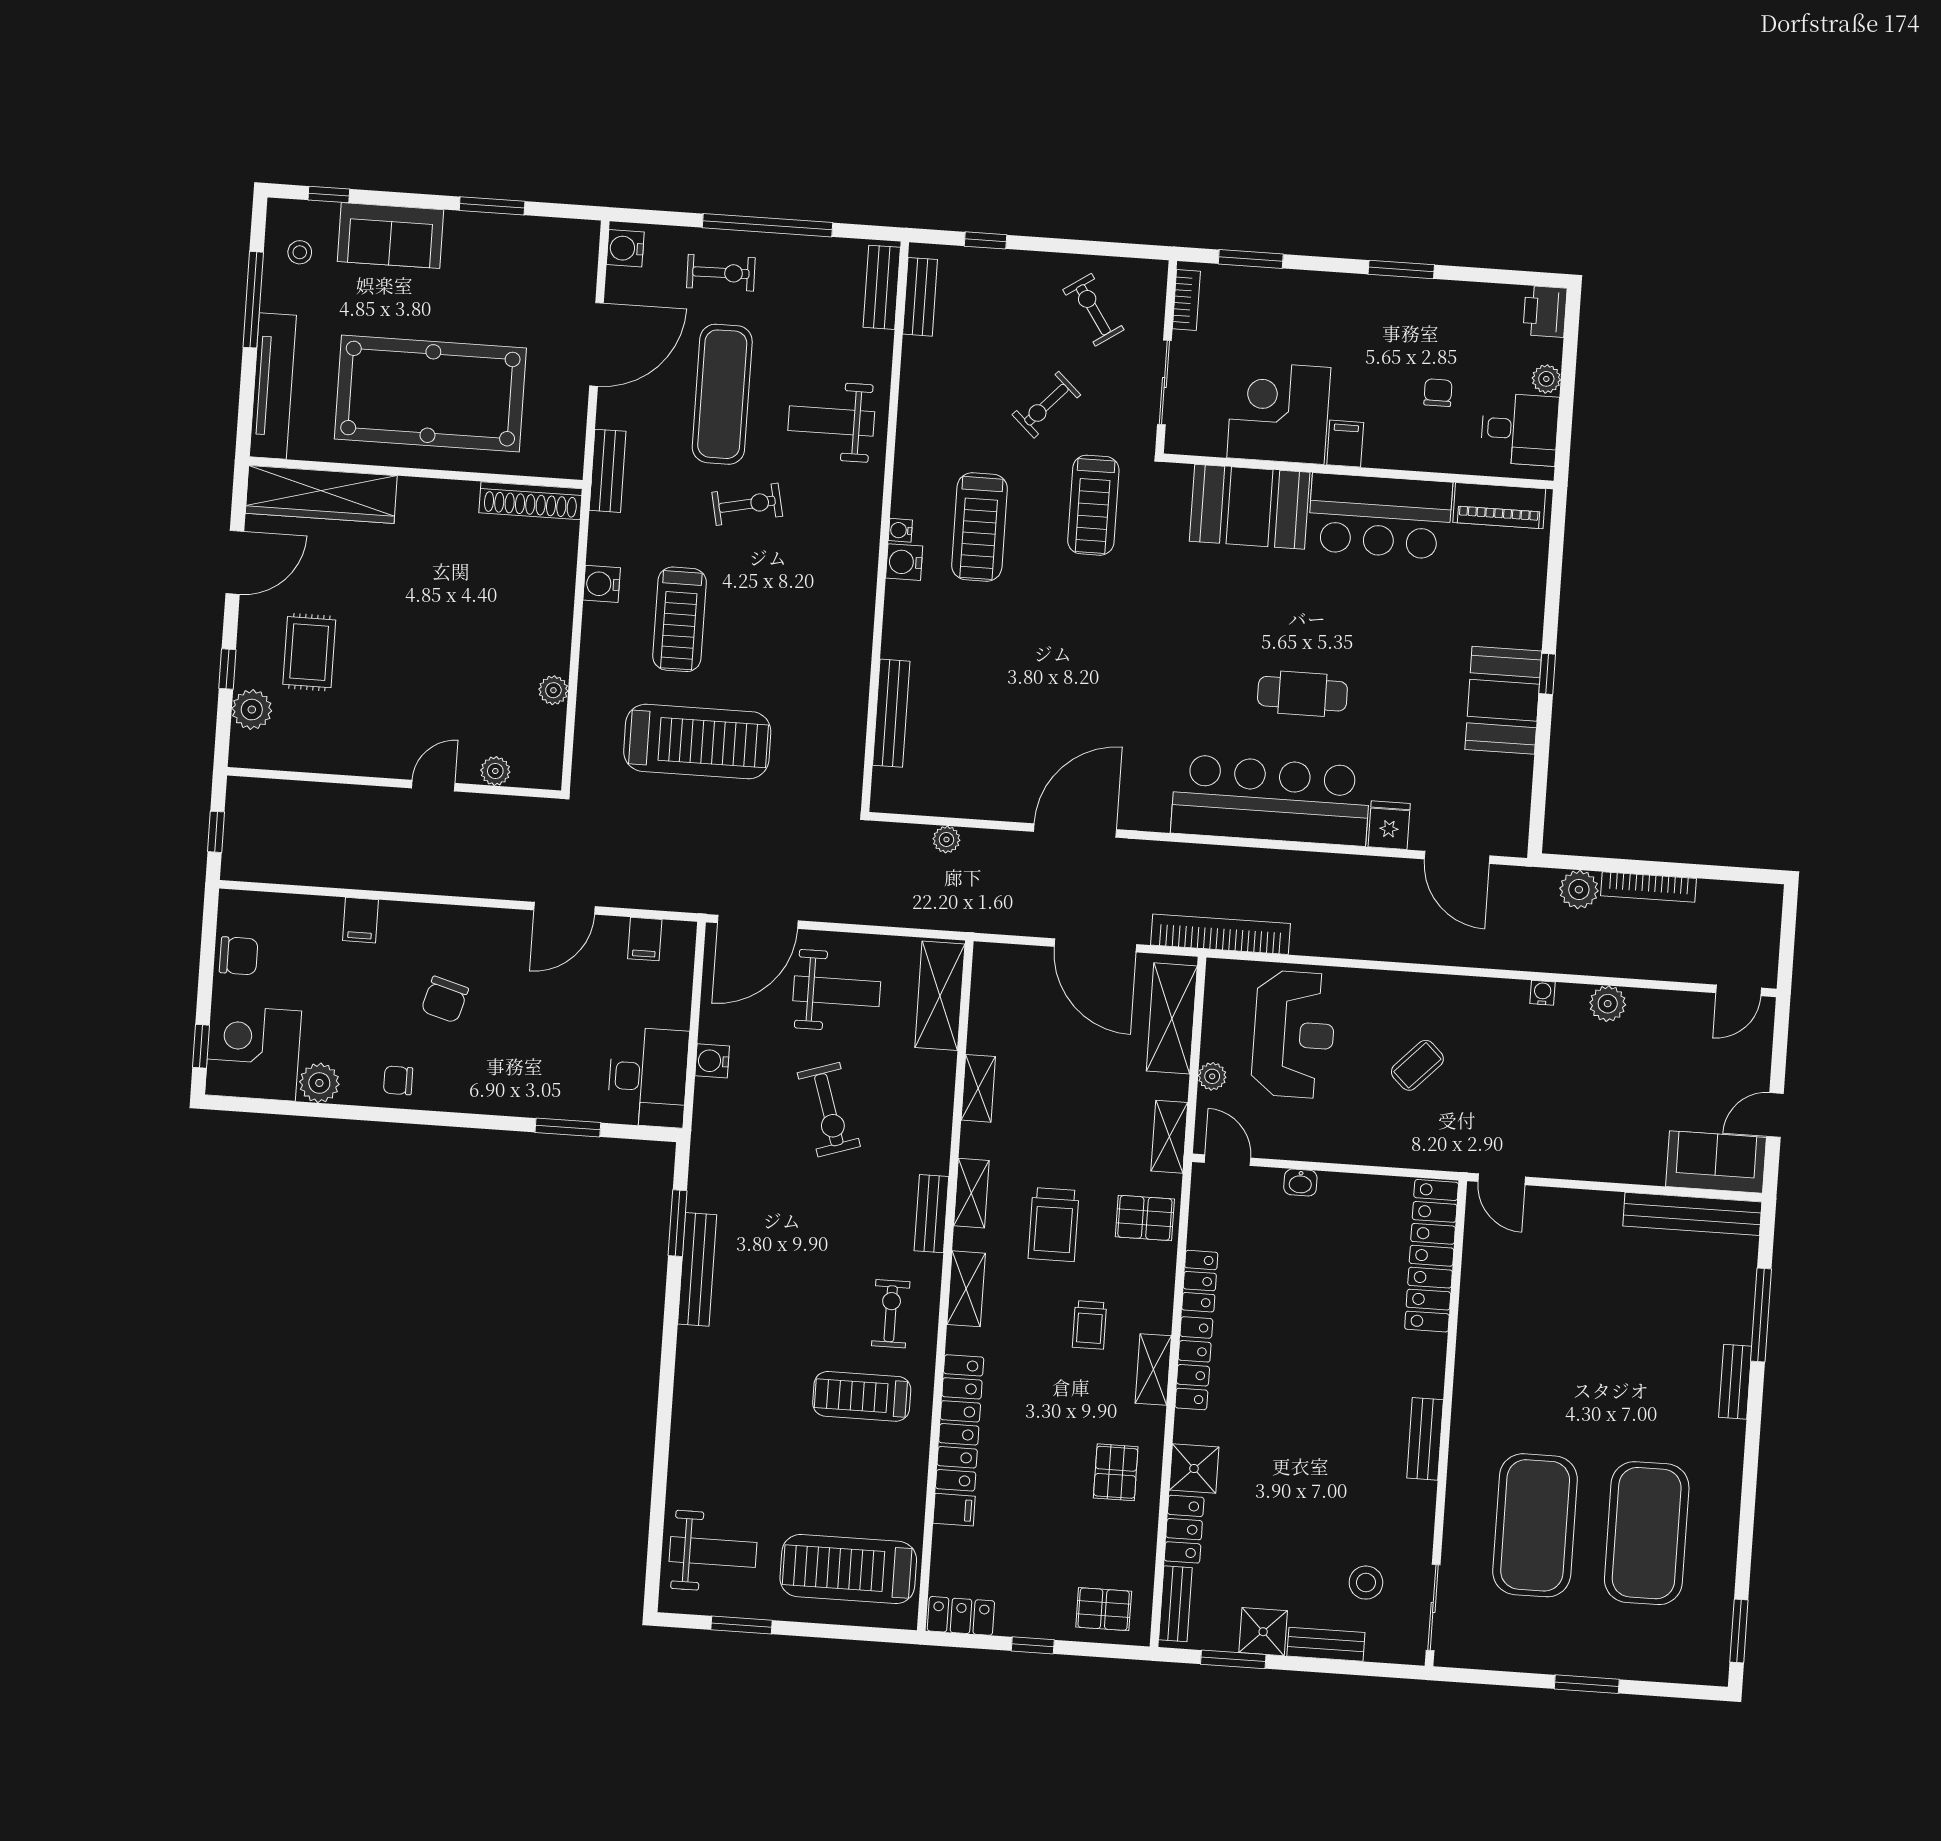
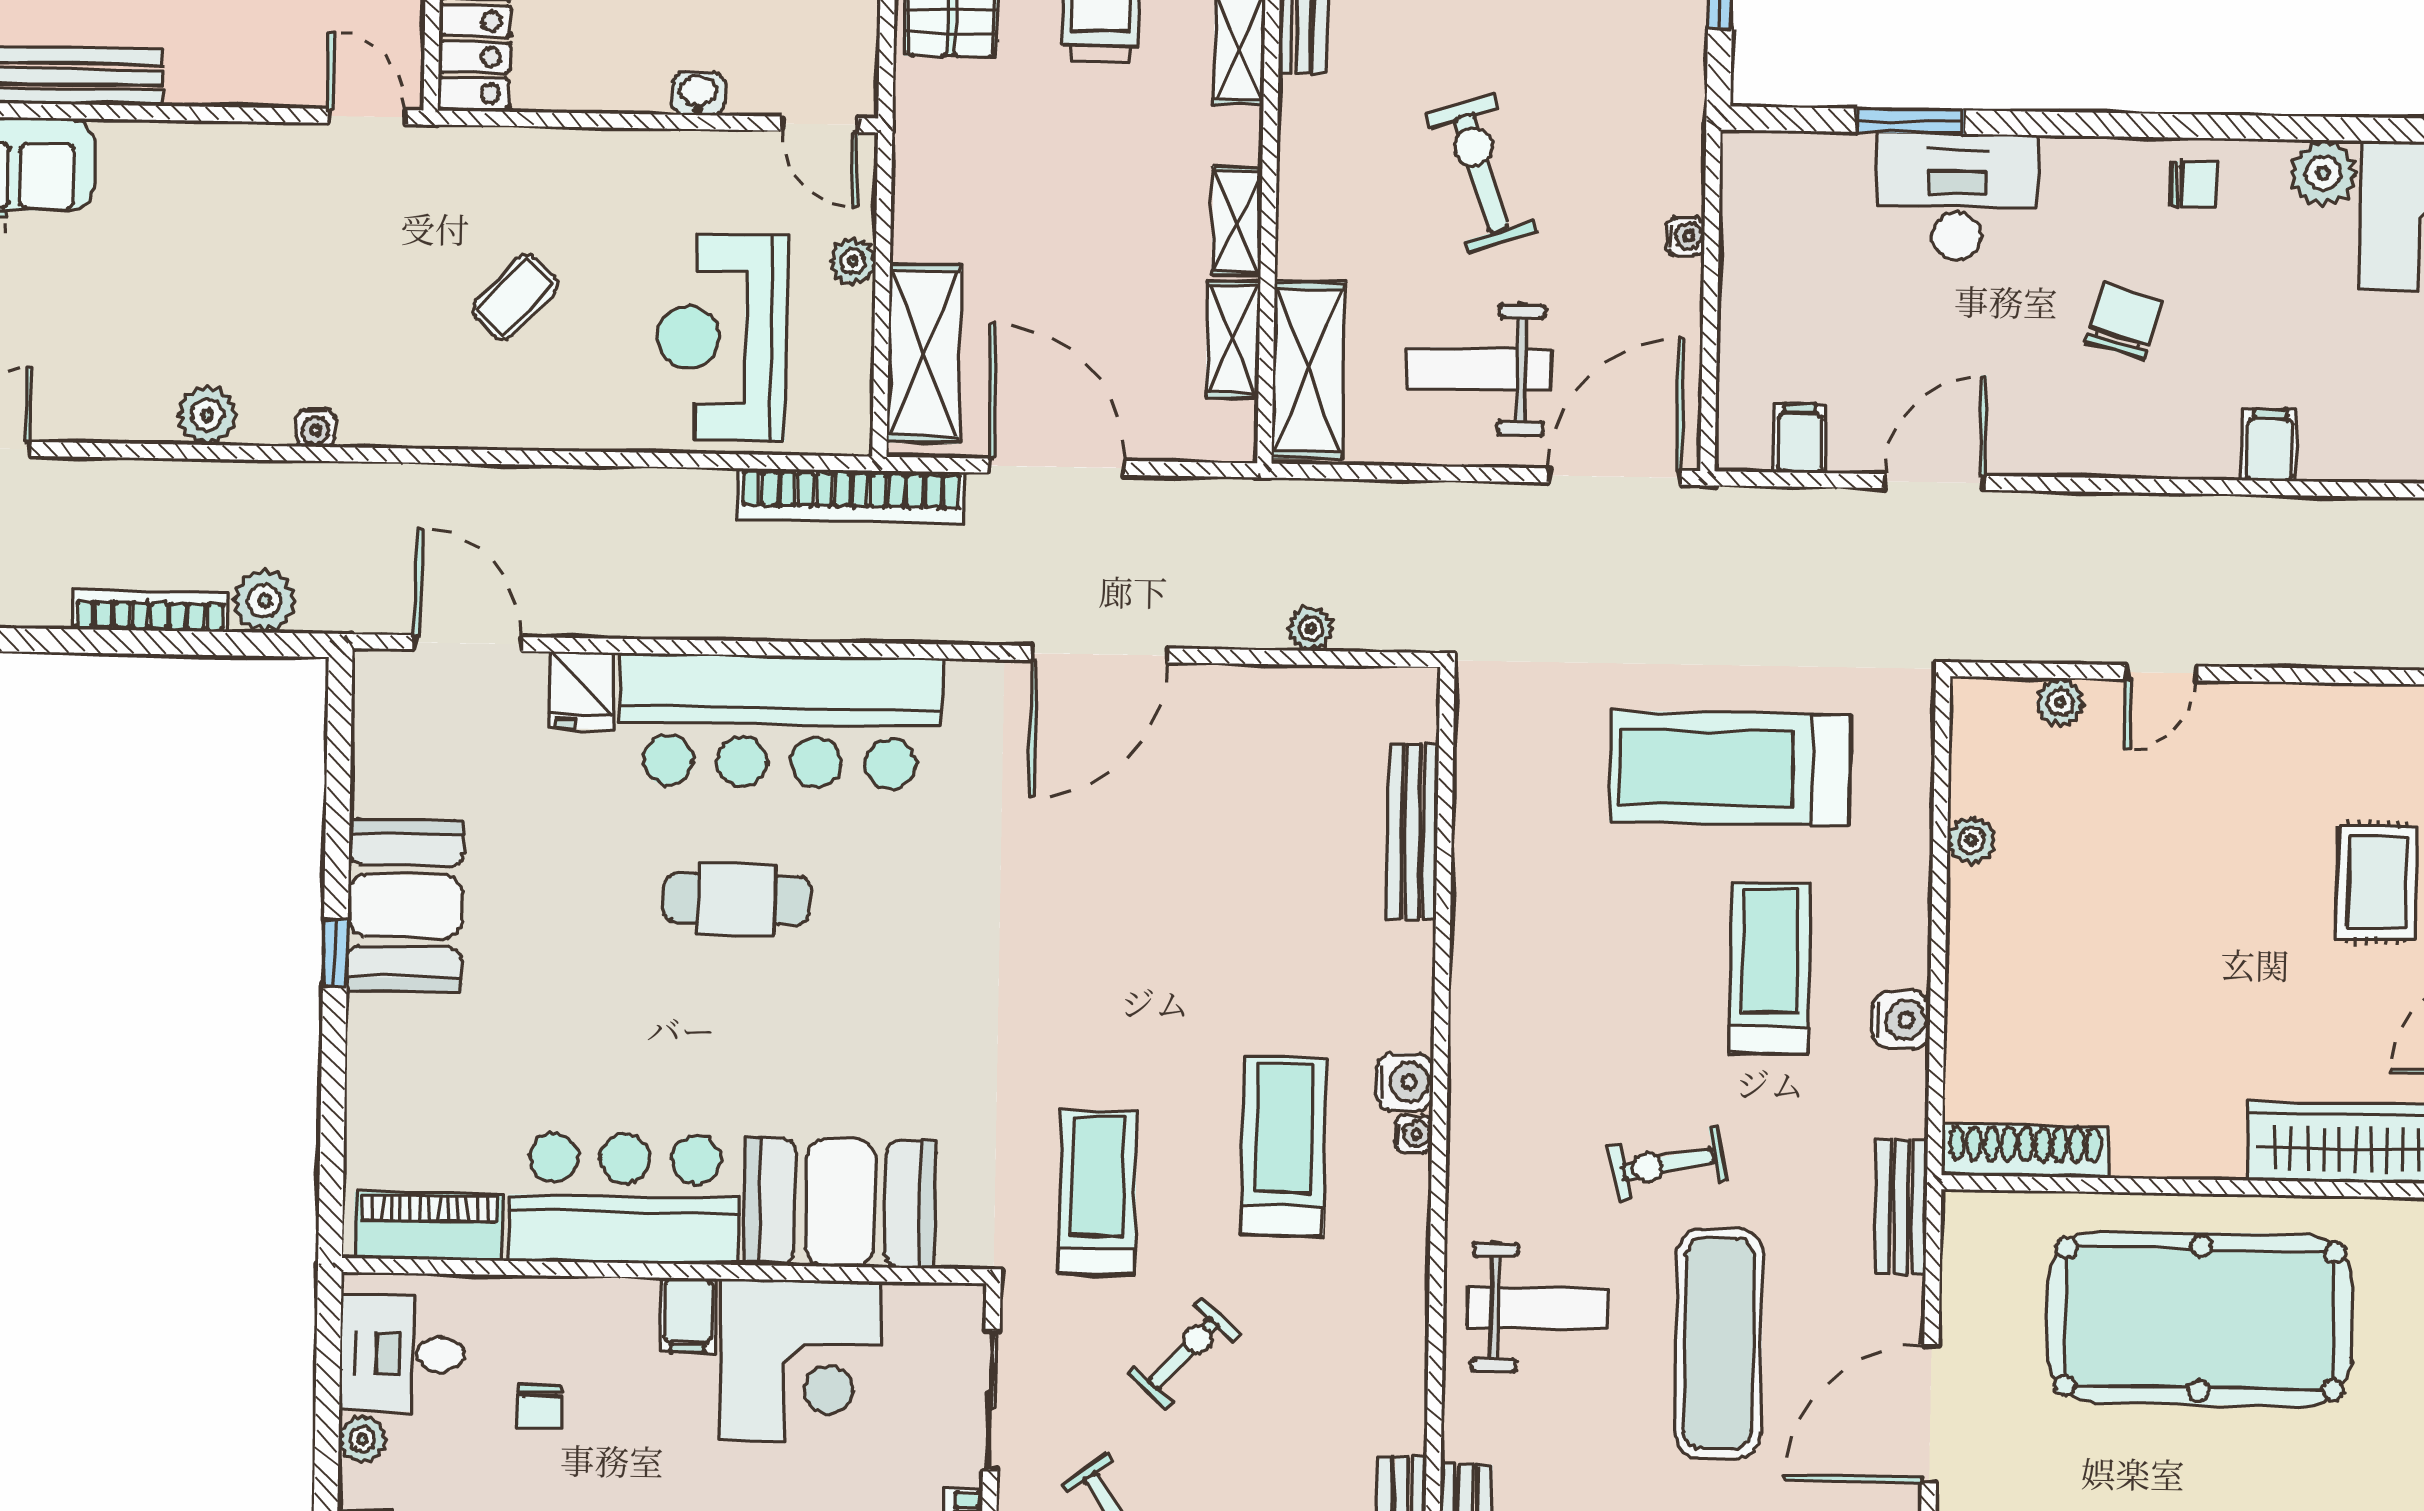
water cooler: (712, 1061) -> (1685, 236), width x0.72, depth x0.72
desk: (648, 1077) -> (1957, 197), moved, turned 90
shelving: (1169, 1137) -> (1233, 339), moved

